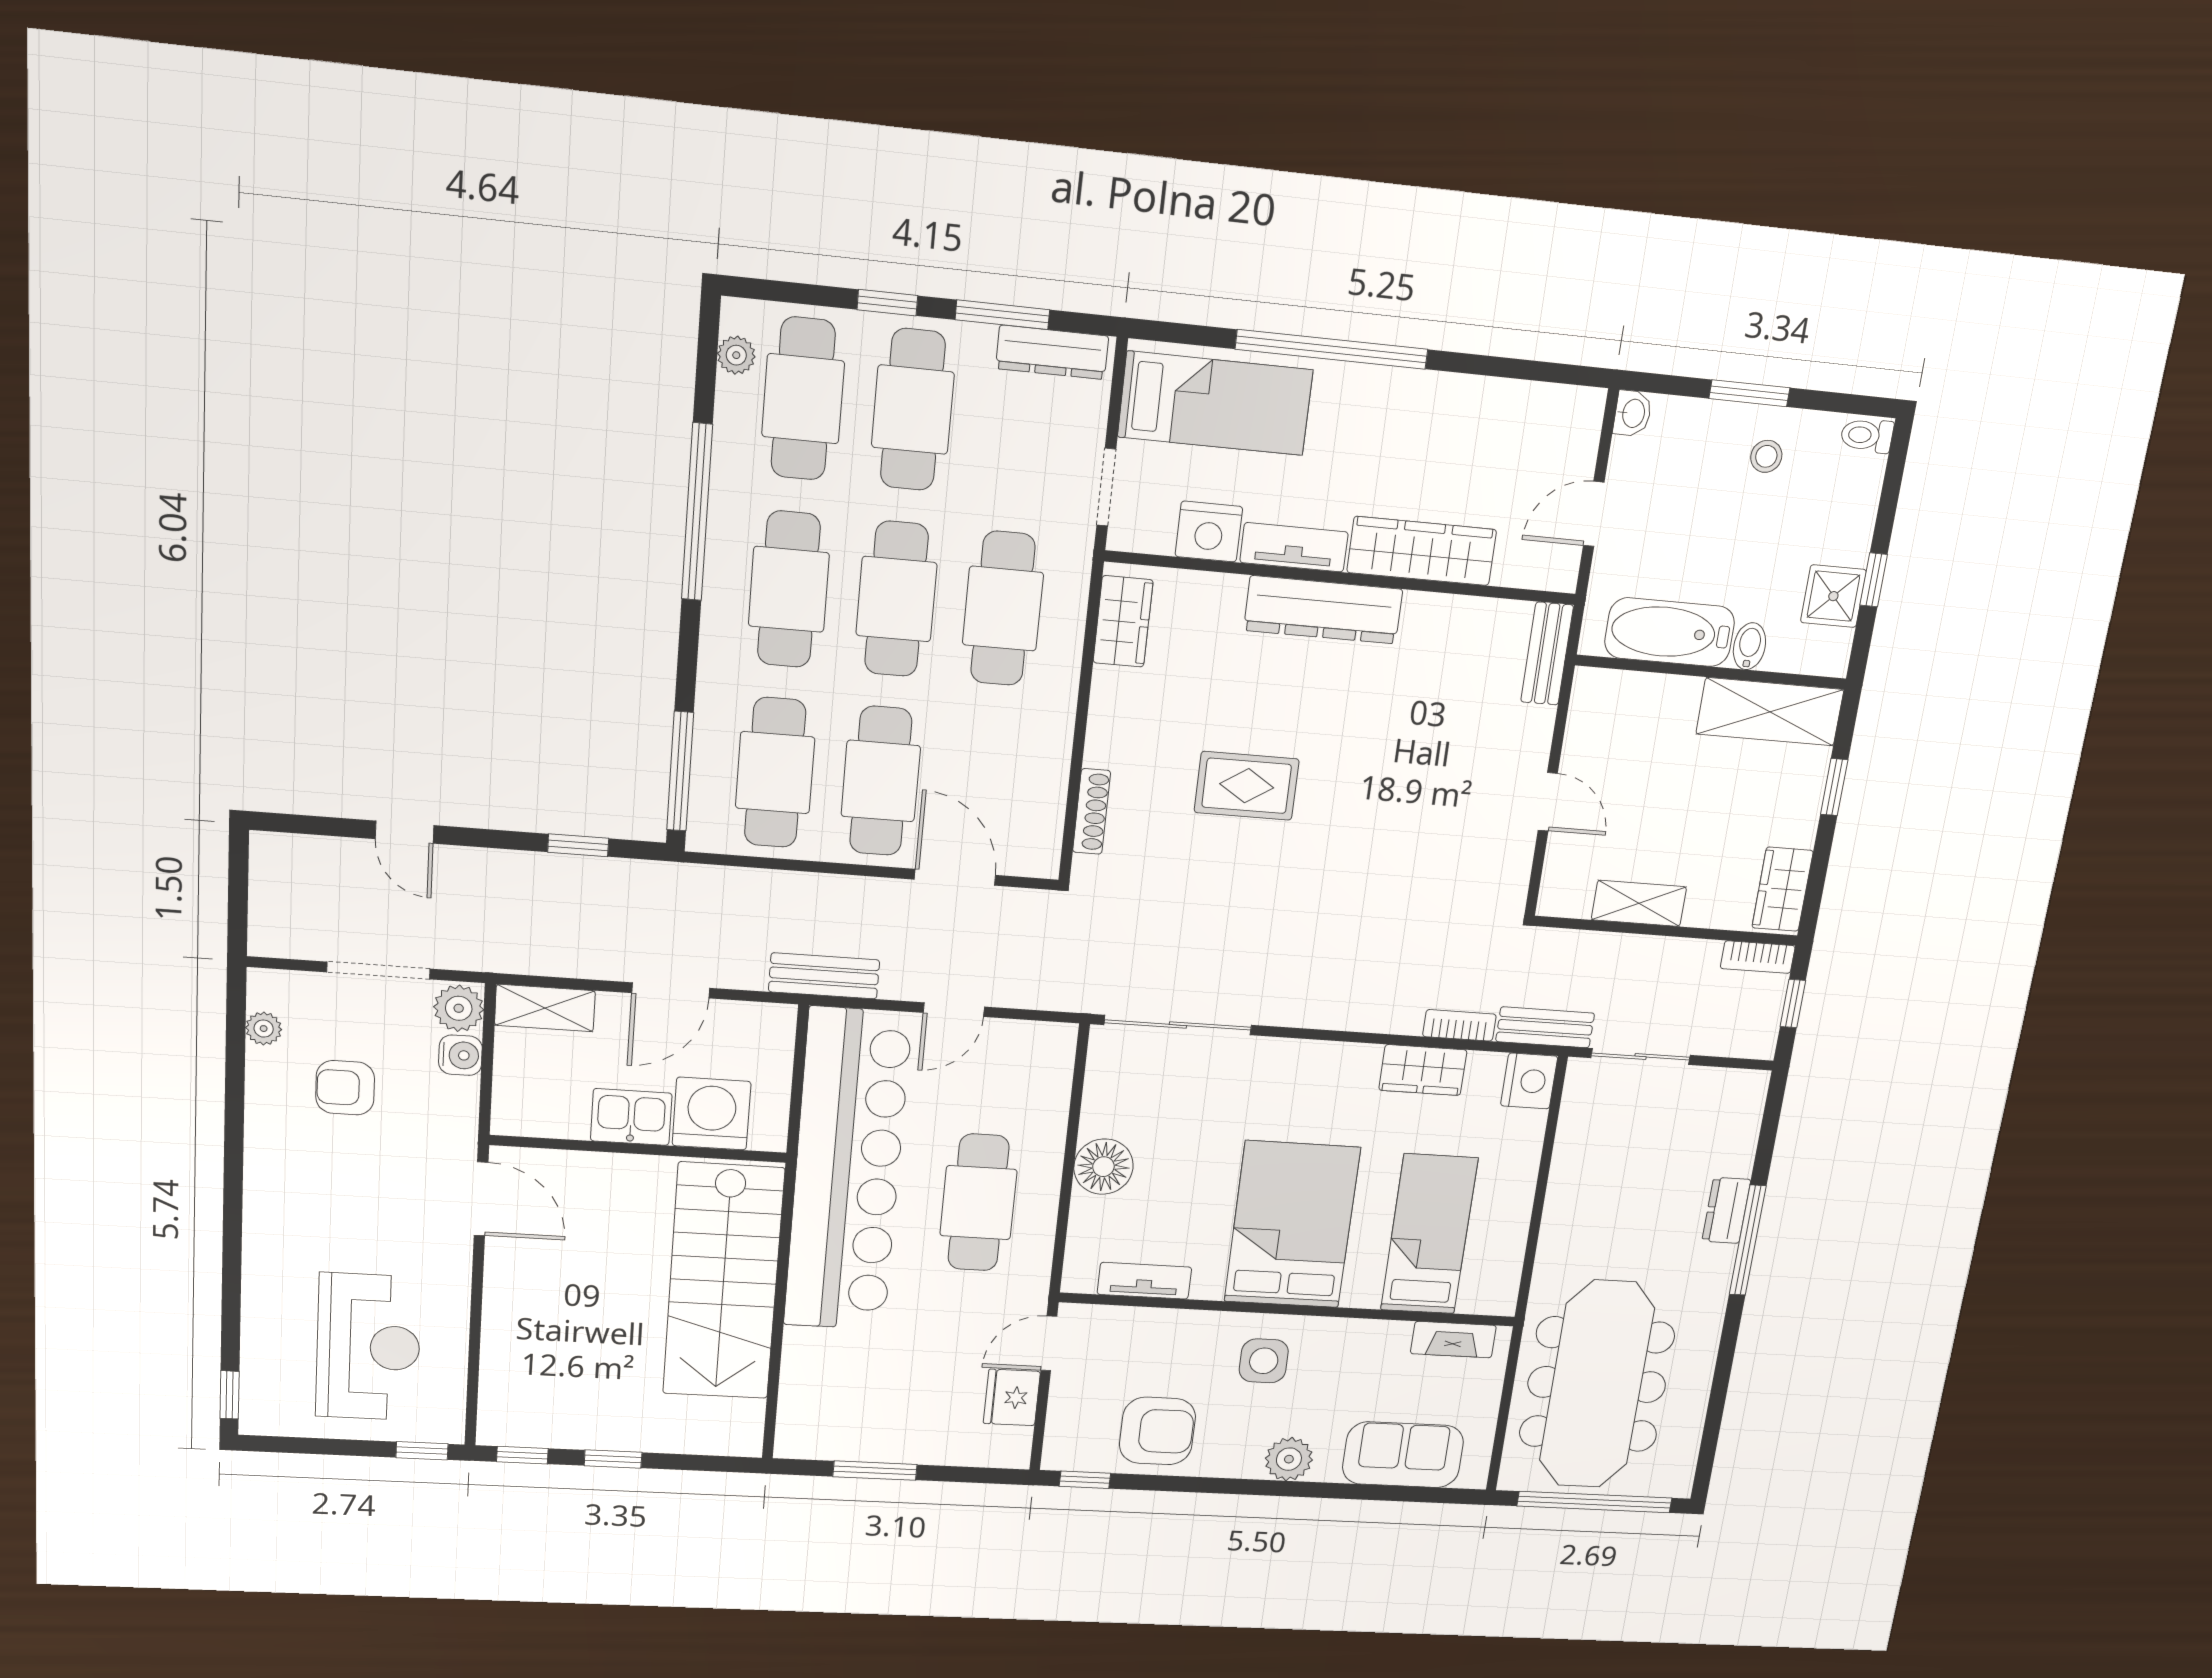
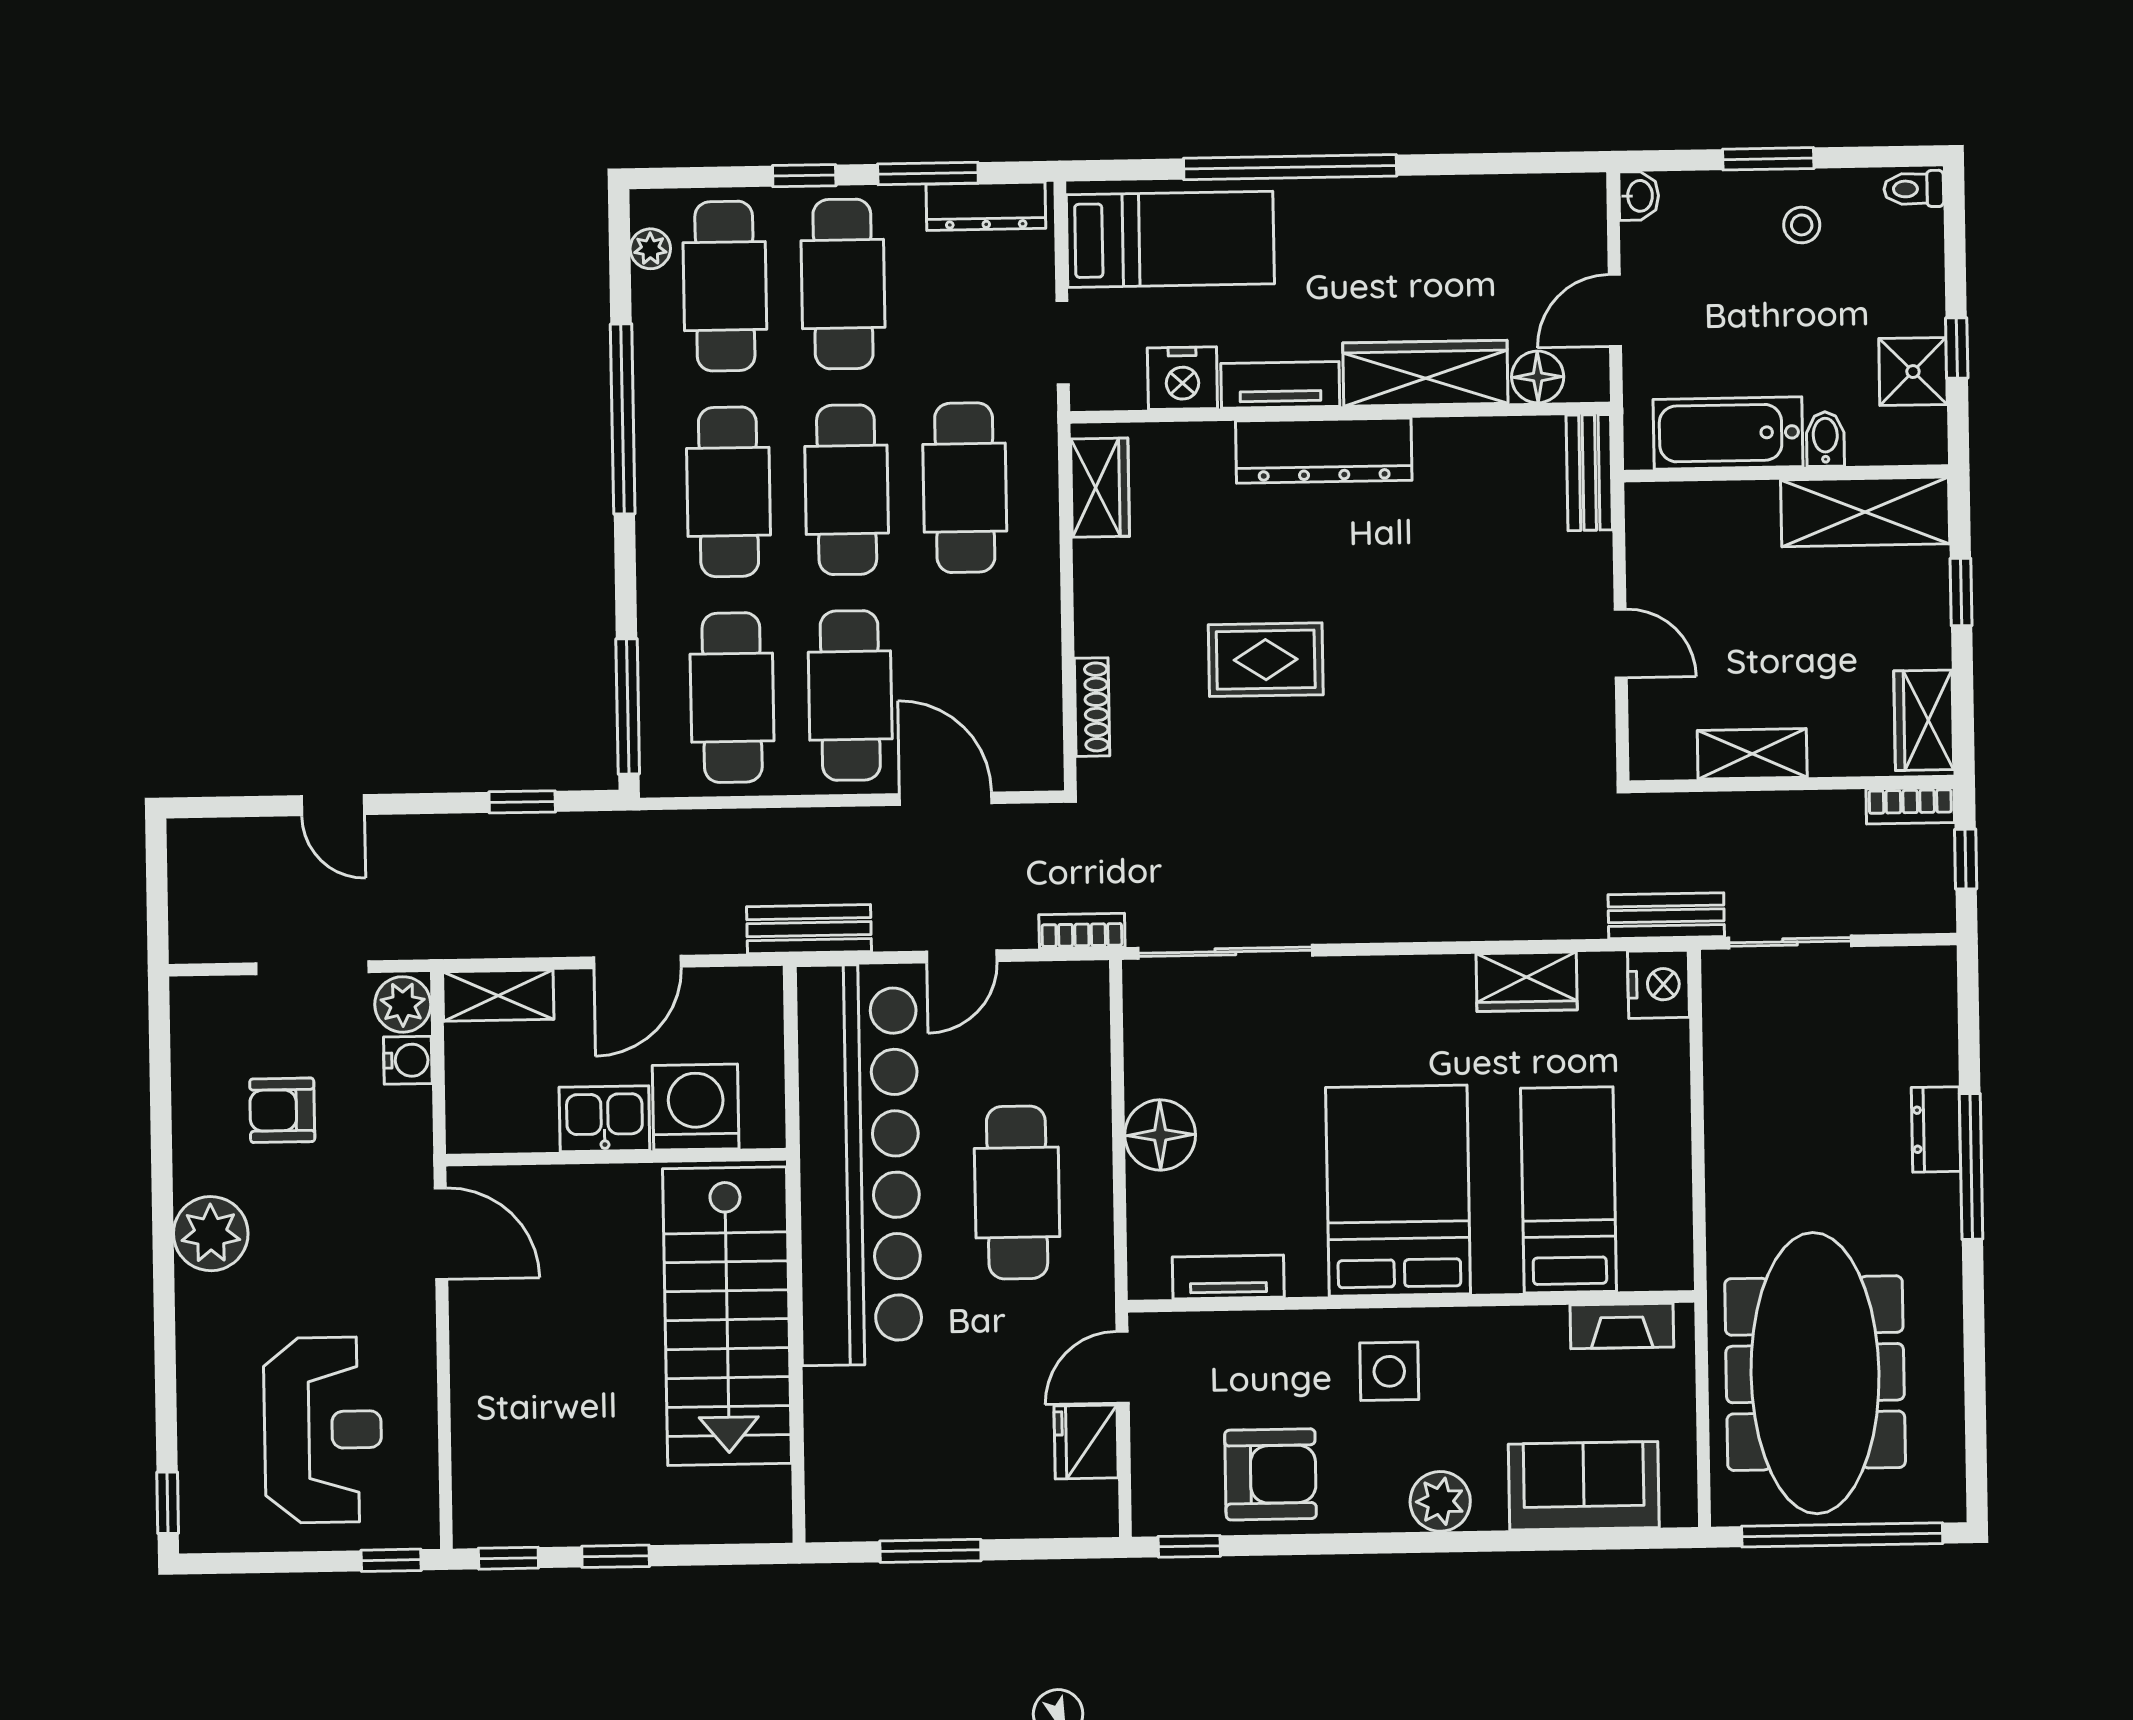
floor lamp: (1518, 565) -> (1538, 377), added
bookcase: (1459, 1025) -> (1082, 931), moved
plant: (264, 1029) -> (211, 1234), moved, width x1.88, depth x1.88

